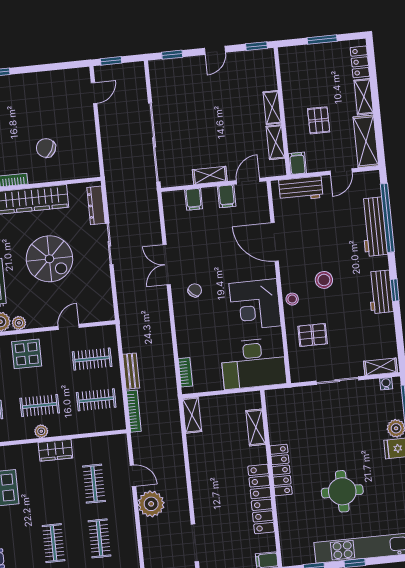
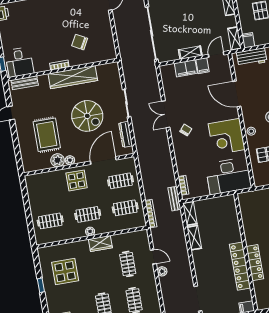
shelving: (275, 142) -> (235, 38), moved
filing cabinet: (194, 199) -> (186, 68), width x2.00
dresser: (96, 205) -> (126, 134), moved
door: (69, 327) -> (103, 160), width x1.88
bench: (131, 371) -> (174, 199), moved
shelving: (256, 427) -> (194, 238), moved
locker: (281, 470) -> (255, 263), moved
plant: (151, 504) -> (162, 271), width x0.53, depth x0.53

